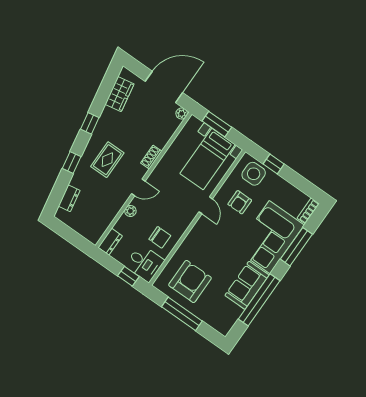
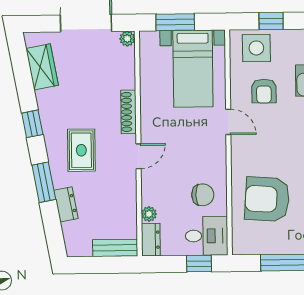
shoe rack: (151, 157) -> (128, 112), width x1.43
window: (72, 163) -> (44, 182), width x1.50
dresser: (69, 198) -> (66, 204), moved
plant: (130, 211) -> (149, 214), moved
bench: (86, 231) -> (115, 248), added
armchair: (190, 281) -> (267, 199), moved, turned -86

